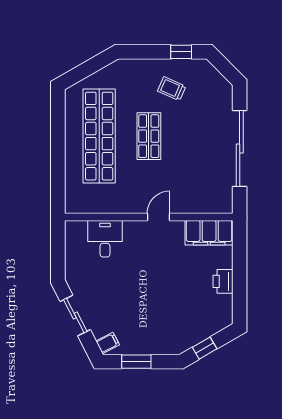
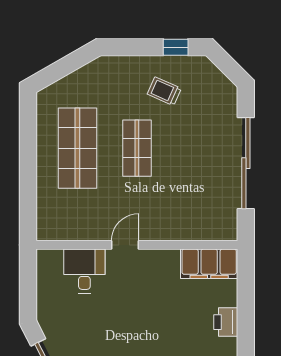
shop shelf: (99, 136) -> (77, 148), width x0.71
door: (159, 217) -> (125, 245), moved

